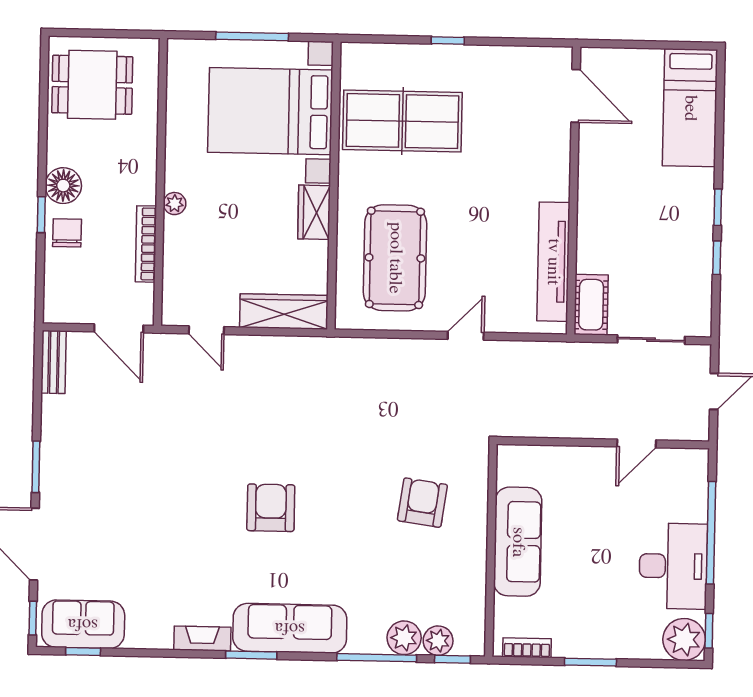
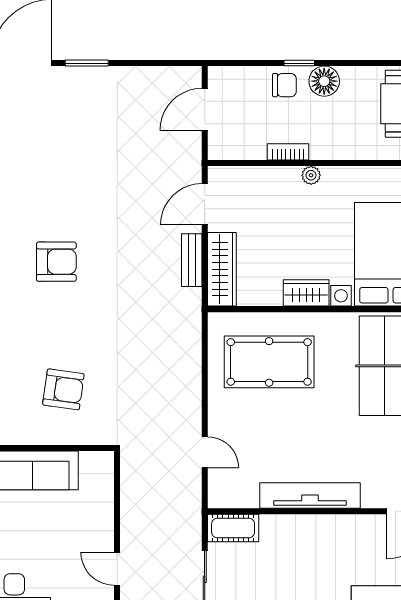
bookcase: (146, 244) -> (288, 152), width x0.64
tv unit: (553, 262) -> (310, 496), moved
door: (119, 328) -> (205, 109), moved
door: (206, 330) -> (205, 204), width x1.38
door: (466, 336) -> (205, 452), moved
bench: (54, 362) -> (192, 260), moved, turned 90

